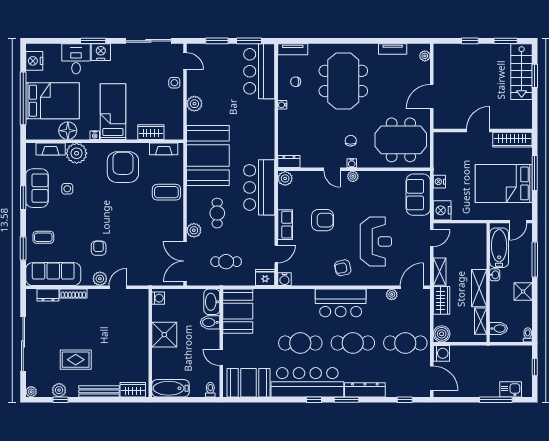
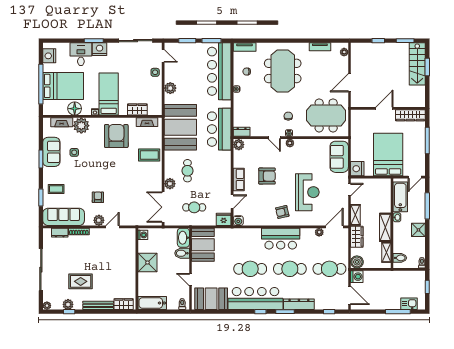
bar counter: (259, 71) -> (219, 71), width x1.36
nightstand: (439, 182) -> (355, 147), removed
bed: (504, 183) -> (388, 155), moved, turned 90
bar counter: (259, 187) -> (219, 129), moved

